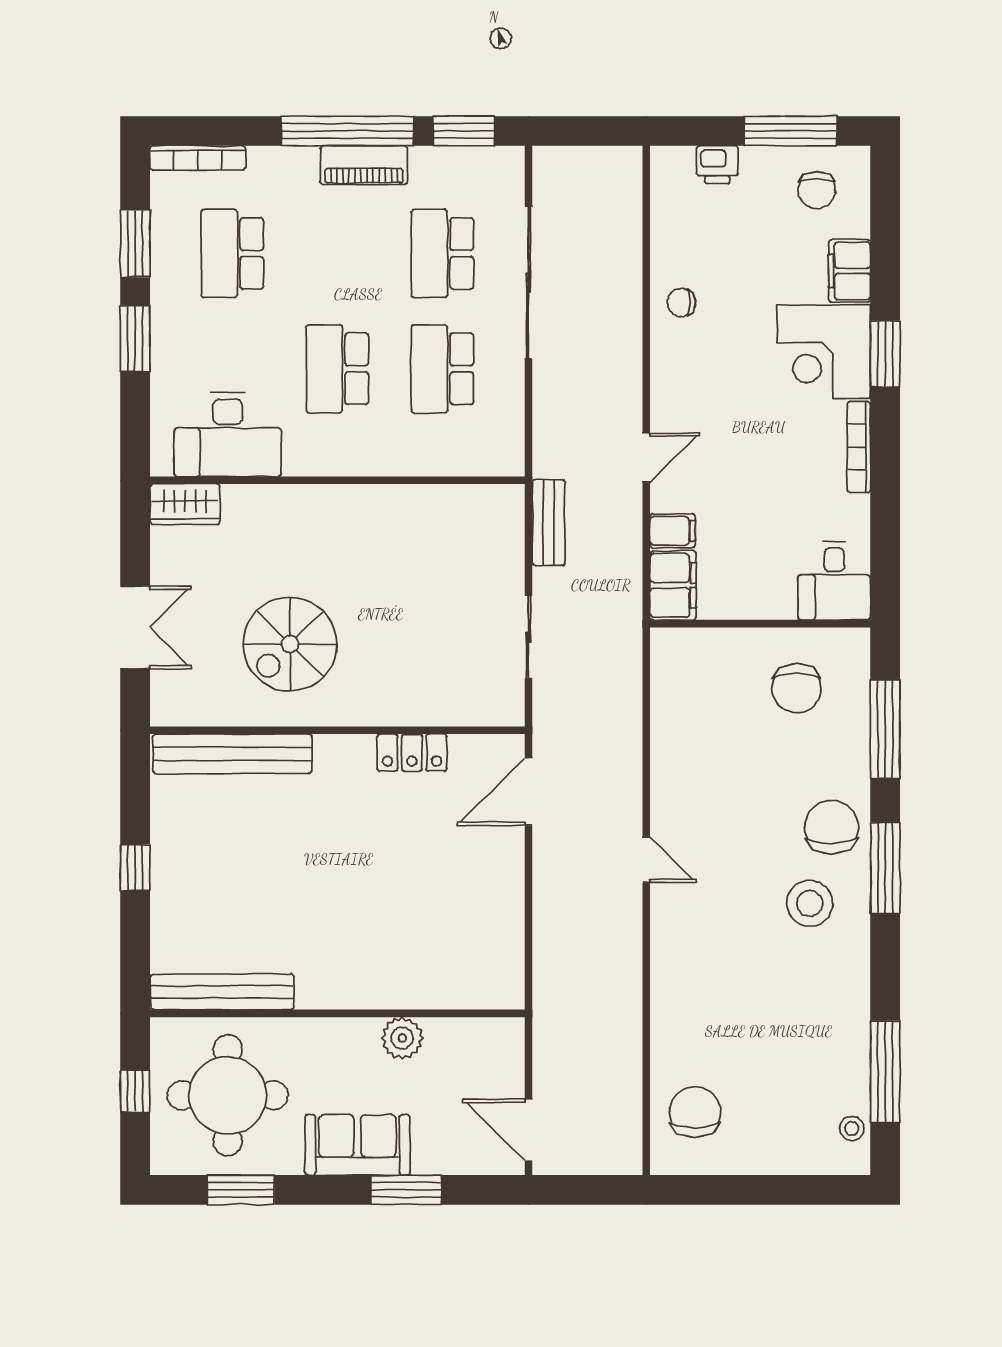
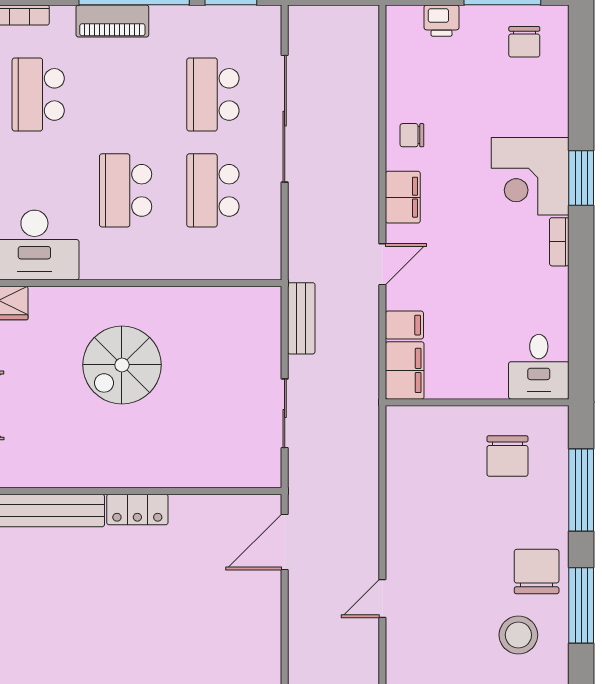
piano: (364, 165) -> (112, 21), moved
filing cabinet: (850, 271) -> (403, 197), moved, turned 180
bookcase: (859, 447) -> (559, 242), width x0.64
spiral stairs: (290, 644) -> (122, 365), moved
locker: (412, 753) -> (137, 510), moved
door: (646, 860) -> (382, 598), swing flipped

